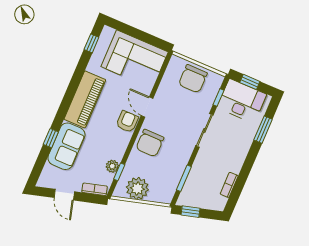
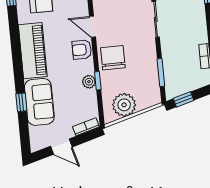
armchair: (127, 122) -> (82, 50), turned -90
chair: (150, 143) -> (113, 58), turned 180
plant: (112, 166) -> (89, 82), moved
window: (119, 172) -> (98, 81), moved

